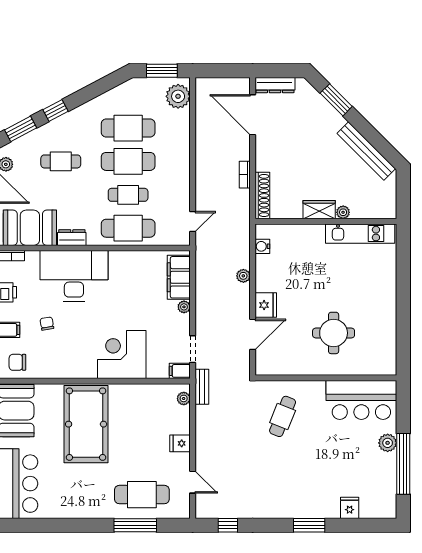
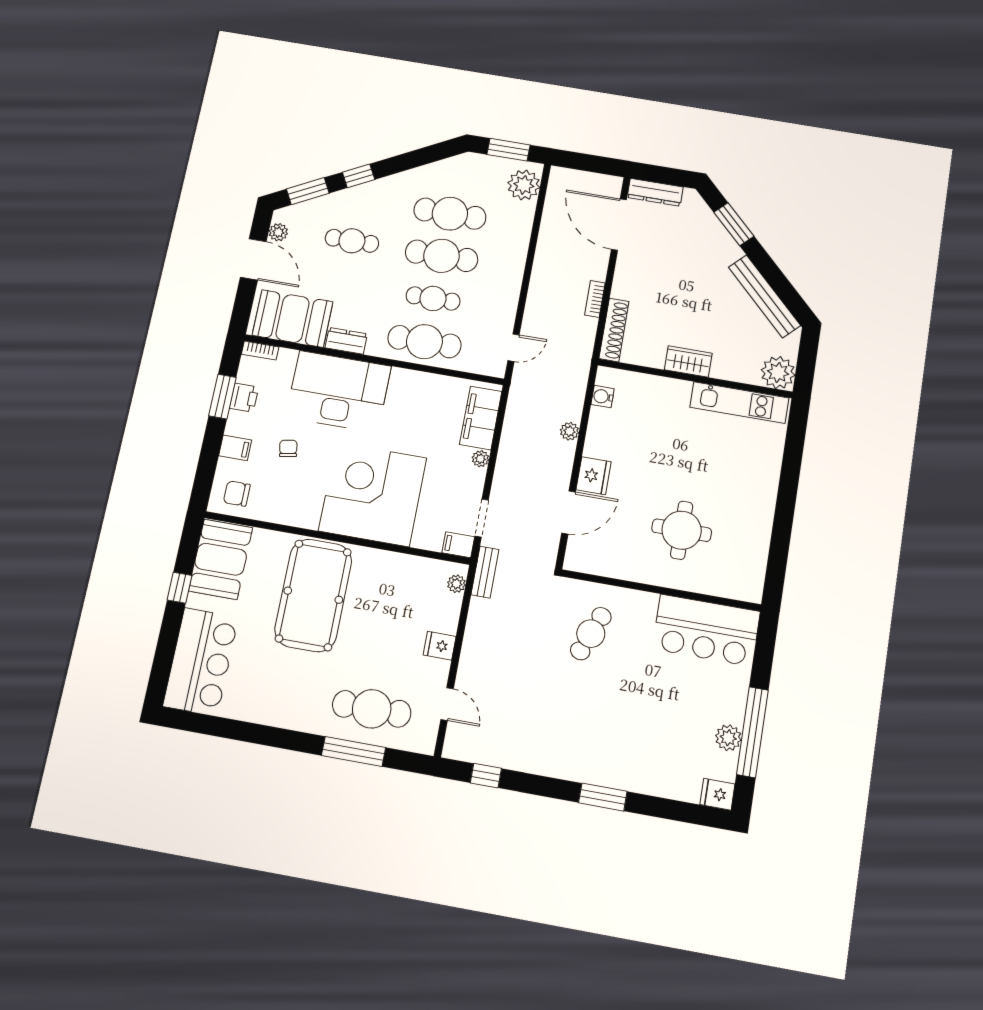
plant: (343, 212) -> (778, 372), moved, width x1.87, depth x1.87
corner desk: (122, 355) -> (373, 494), width x1.36, depth x1.36
plant: (388, 443) -> (728, 738), moved
fridge: (350, 508) -> (717, 794), moved, turned -90

